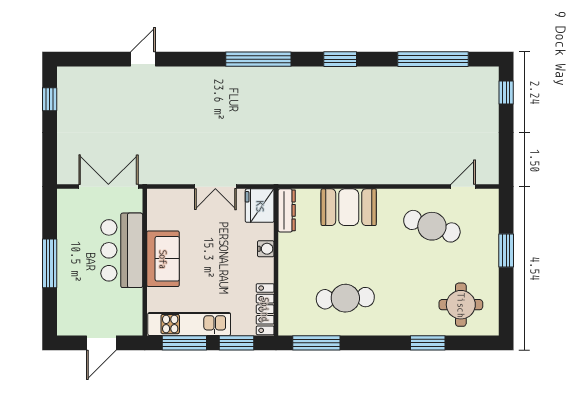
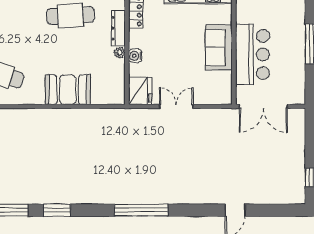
window: (340, 59) -> (57, 210), moved
dresser: (287, 210) -> (118, 28), moved
plant: (285, 253) -> (119, 53), added

